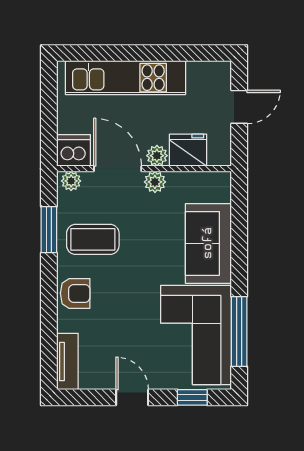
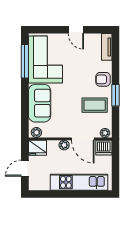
fridge: (188, 150) -> (37, 148), moved
plant: (155, 182) -> (36, 132), moved
window: (49, 230) -> (116, 95), moved
window: (192, 397) -> (47, 30), removed

